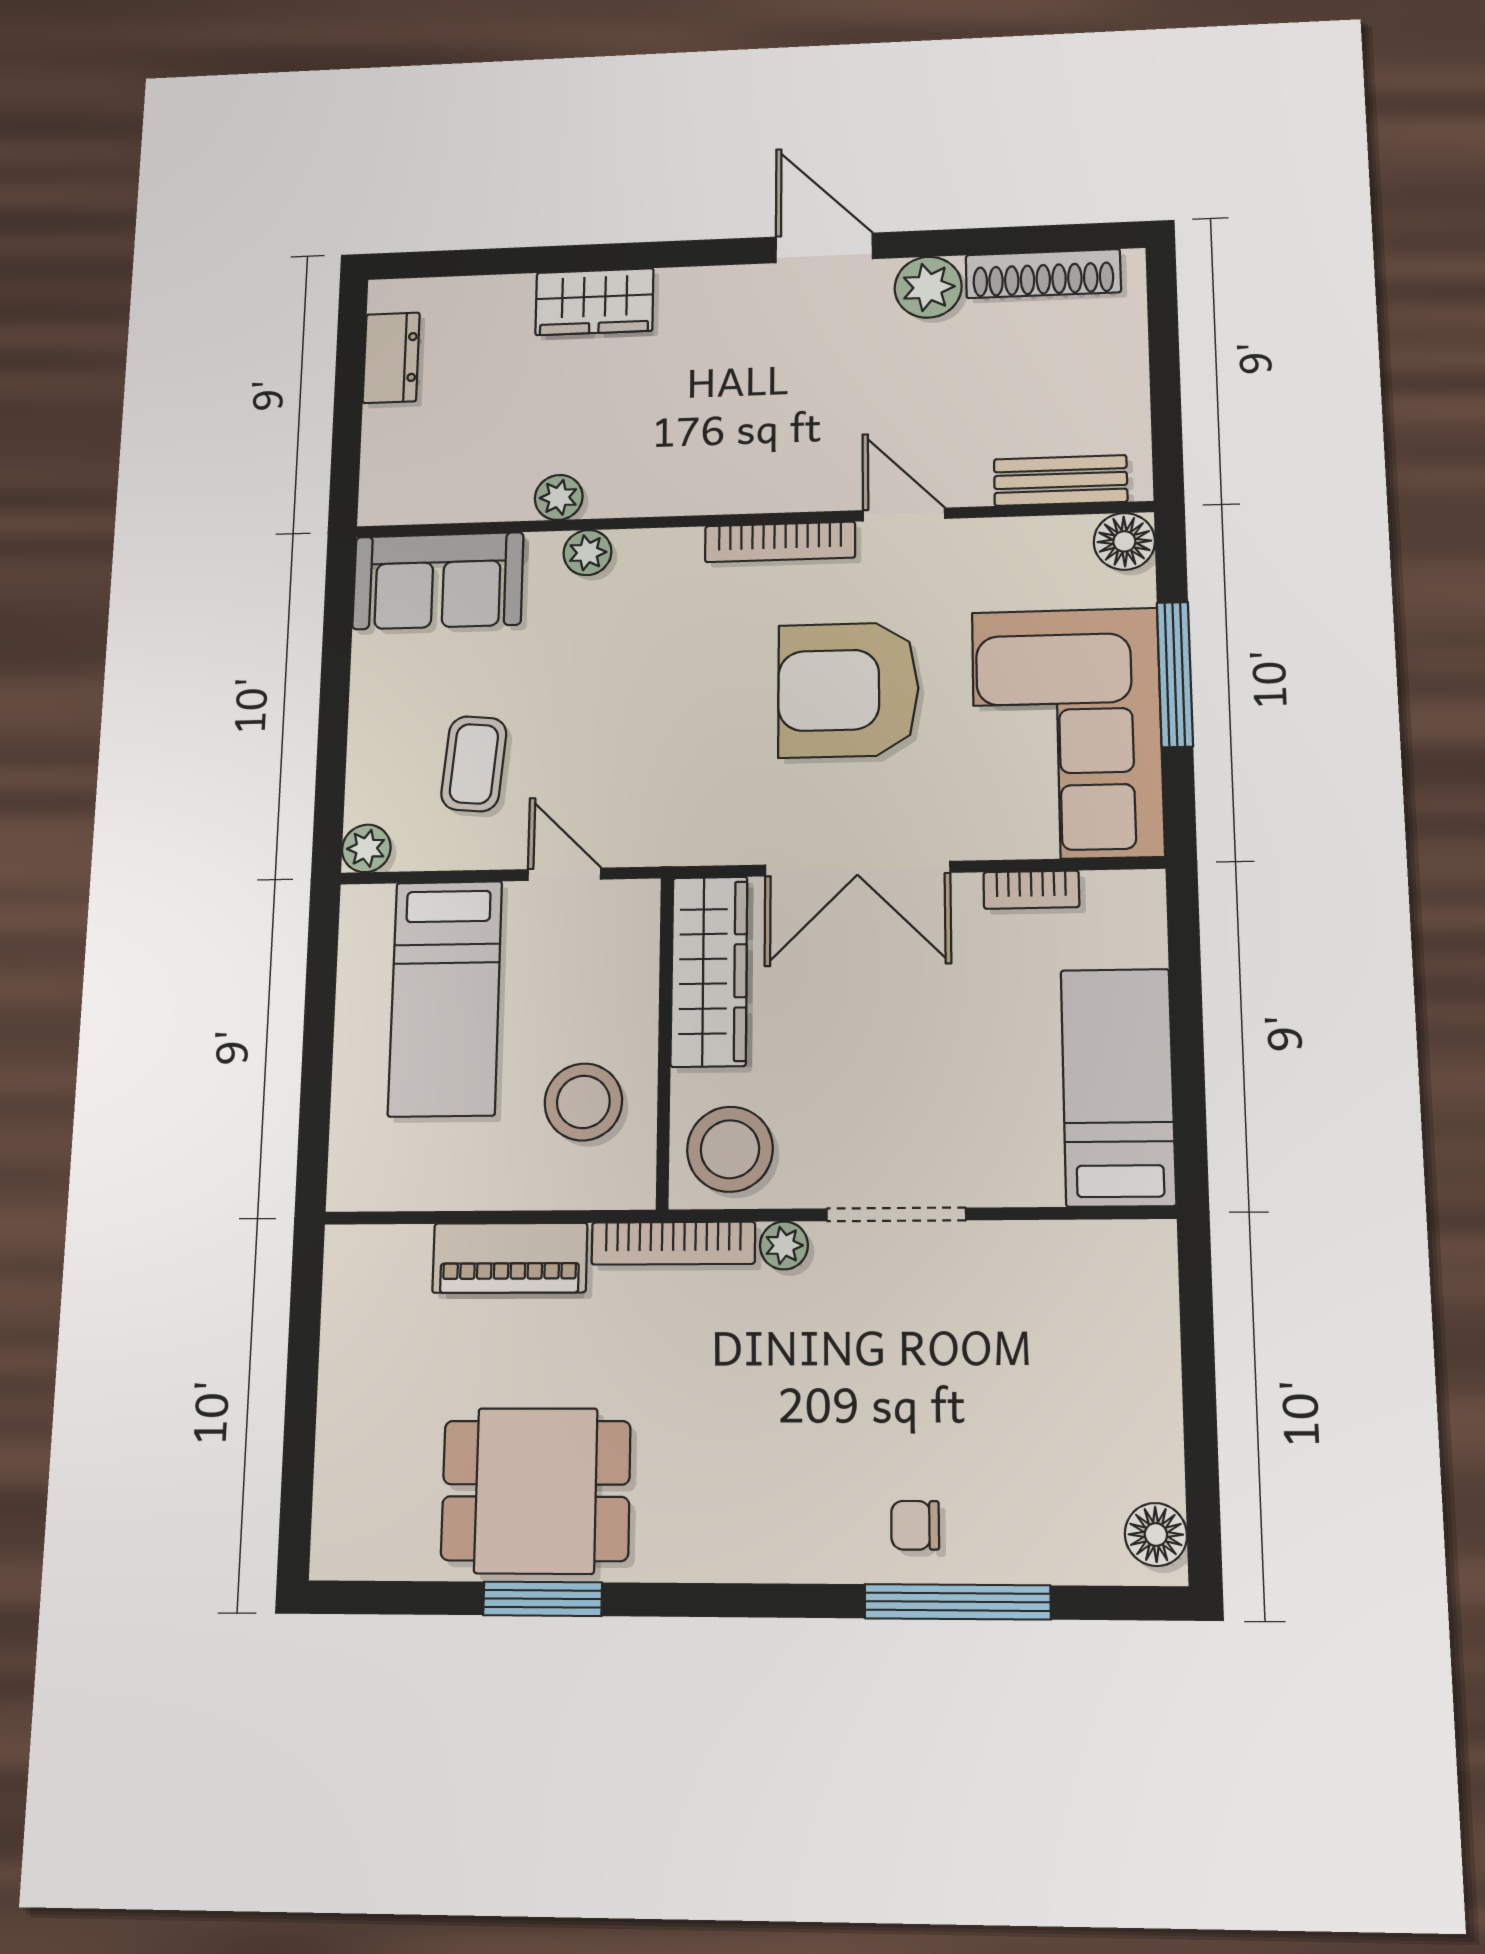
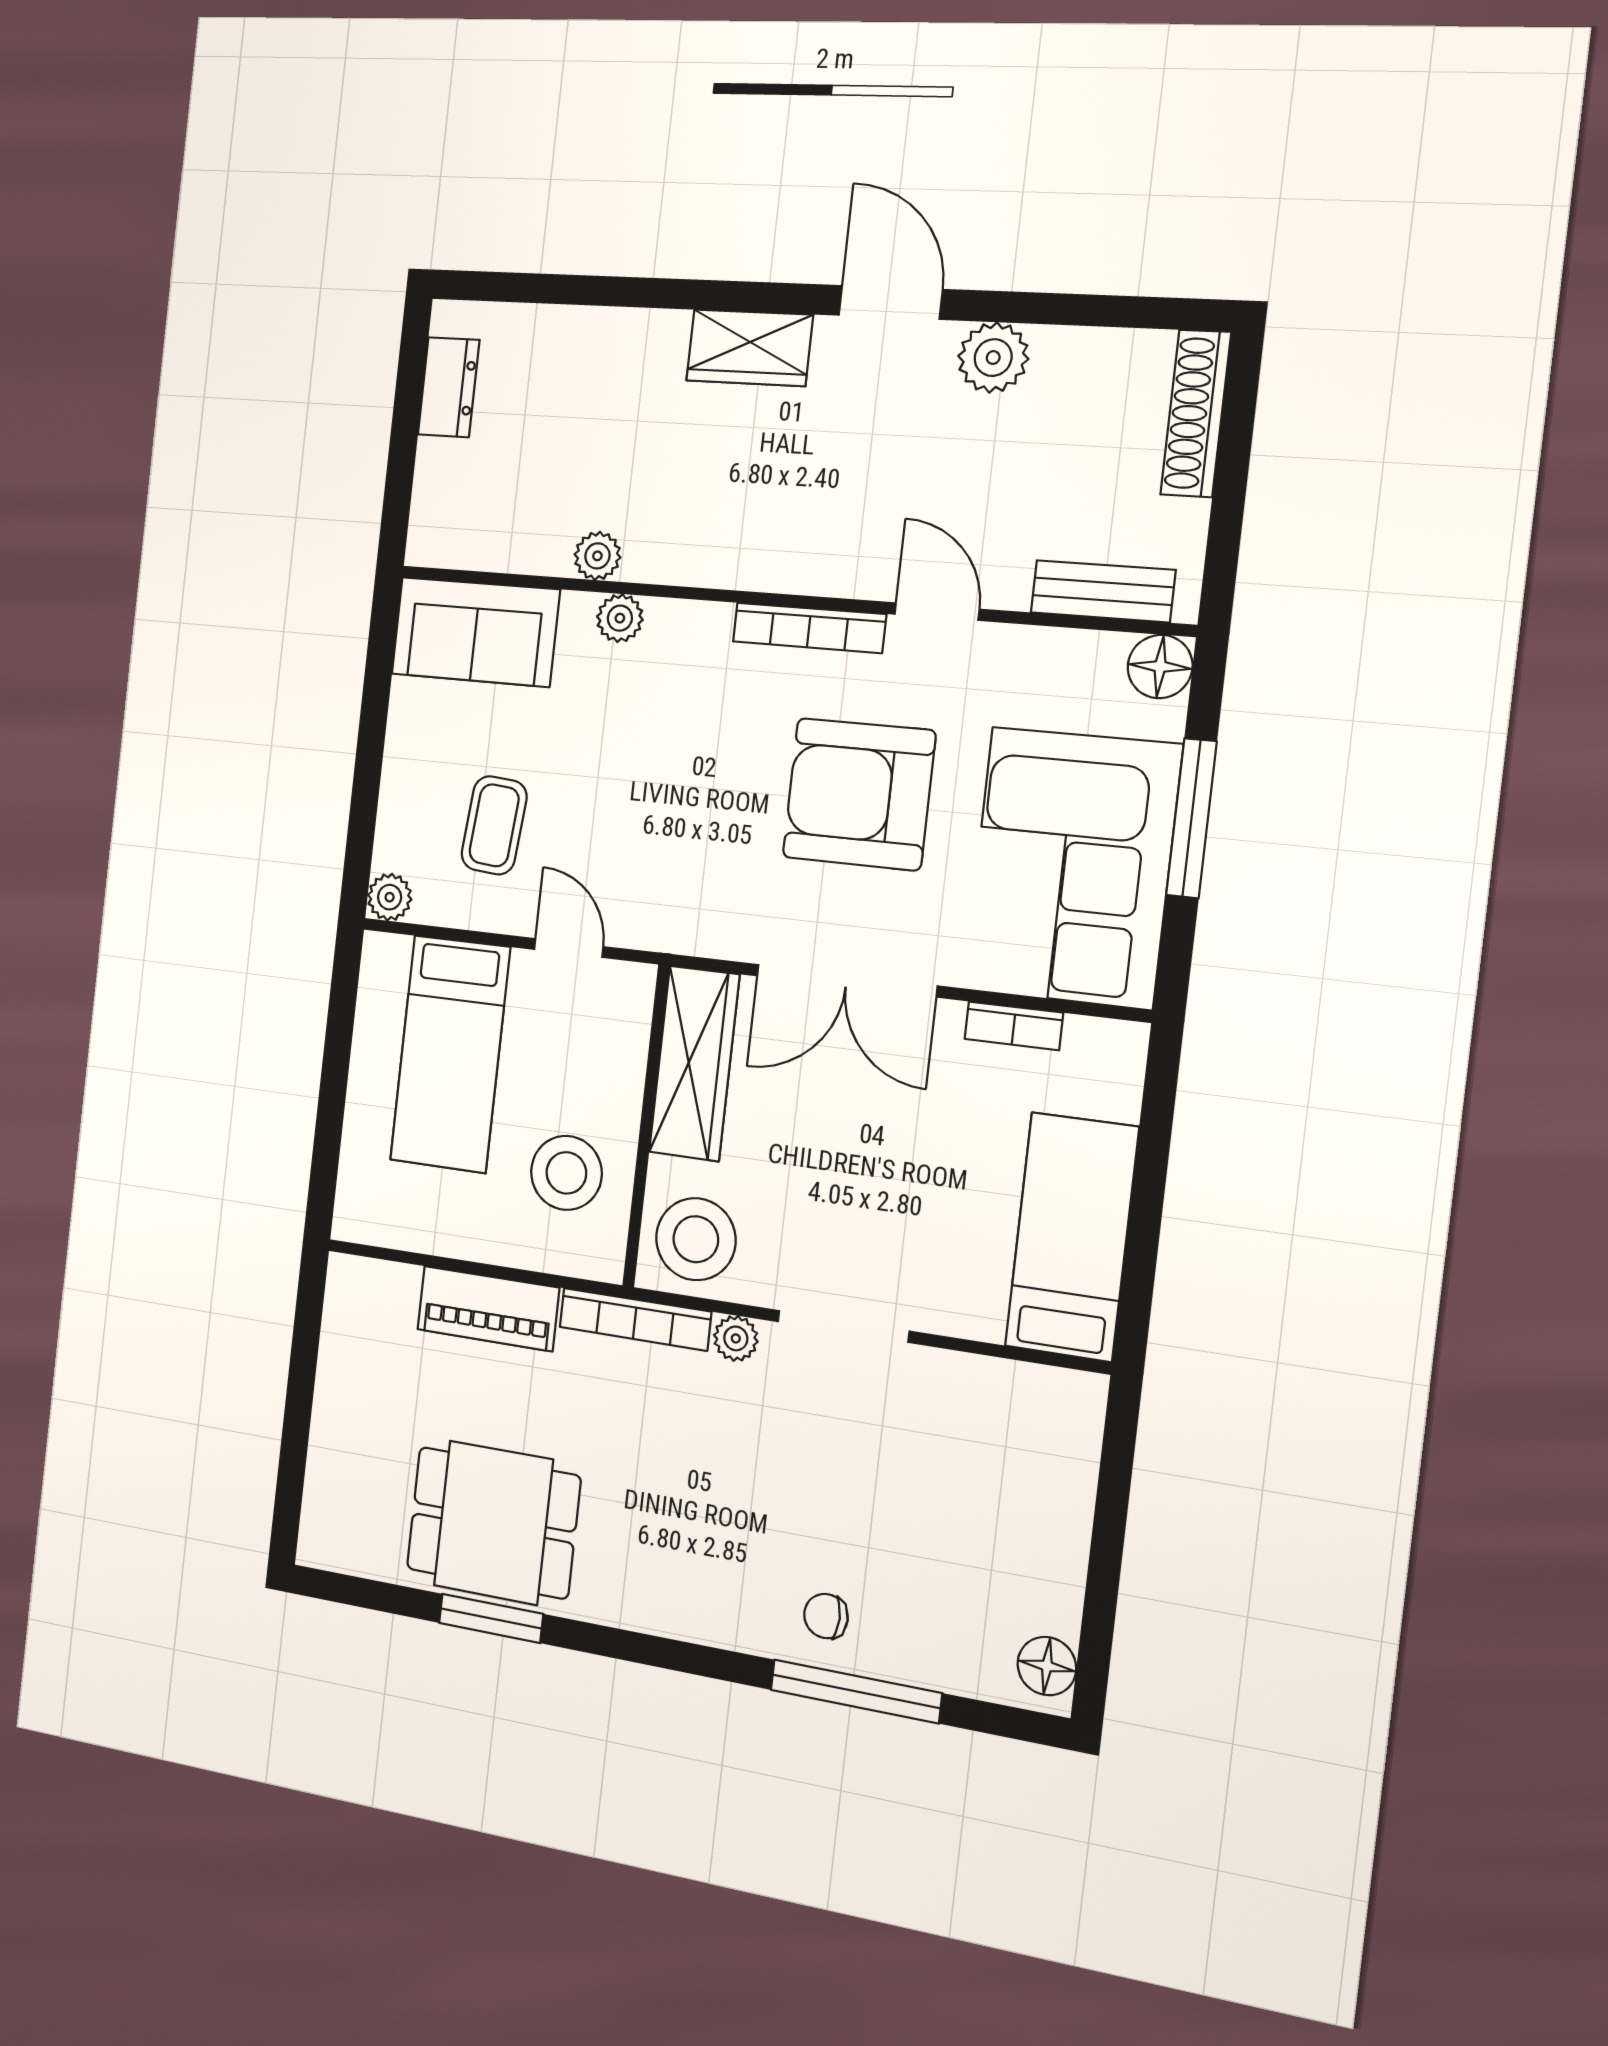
shoe rack: (1043, 274) -> (1196, 413), moved, turned 90
wardrobe: (594, 302) -> (750, 348), moved

